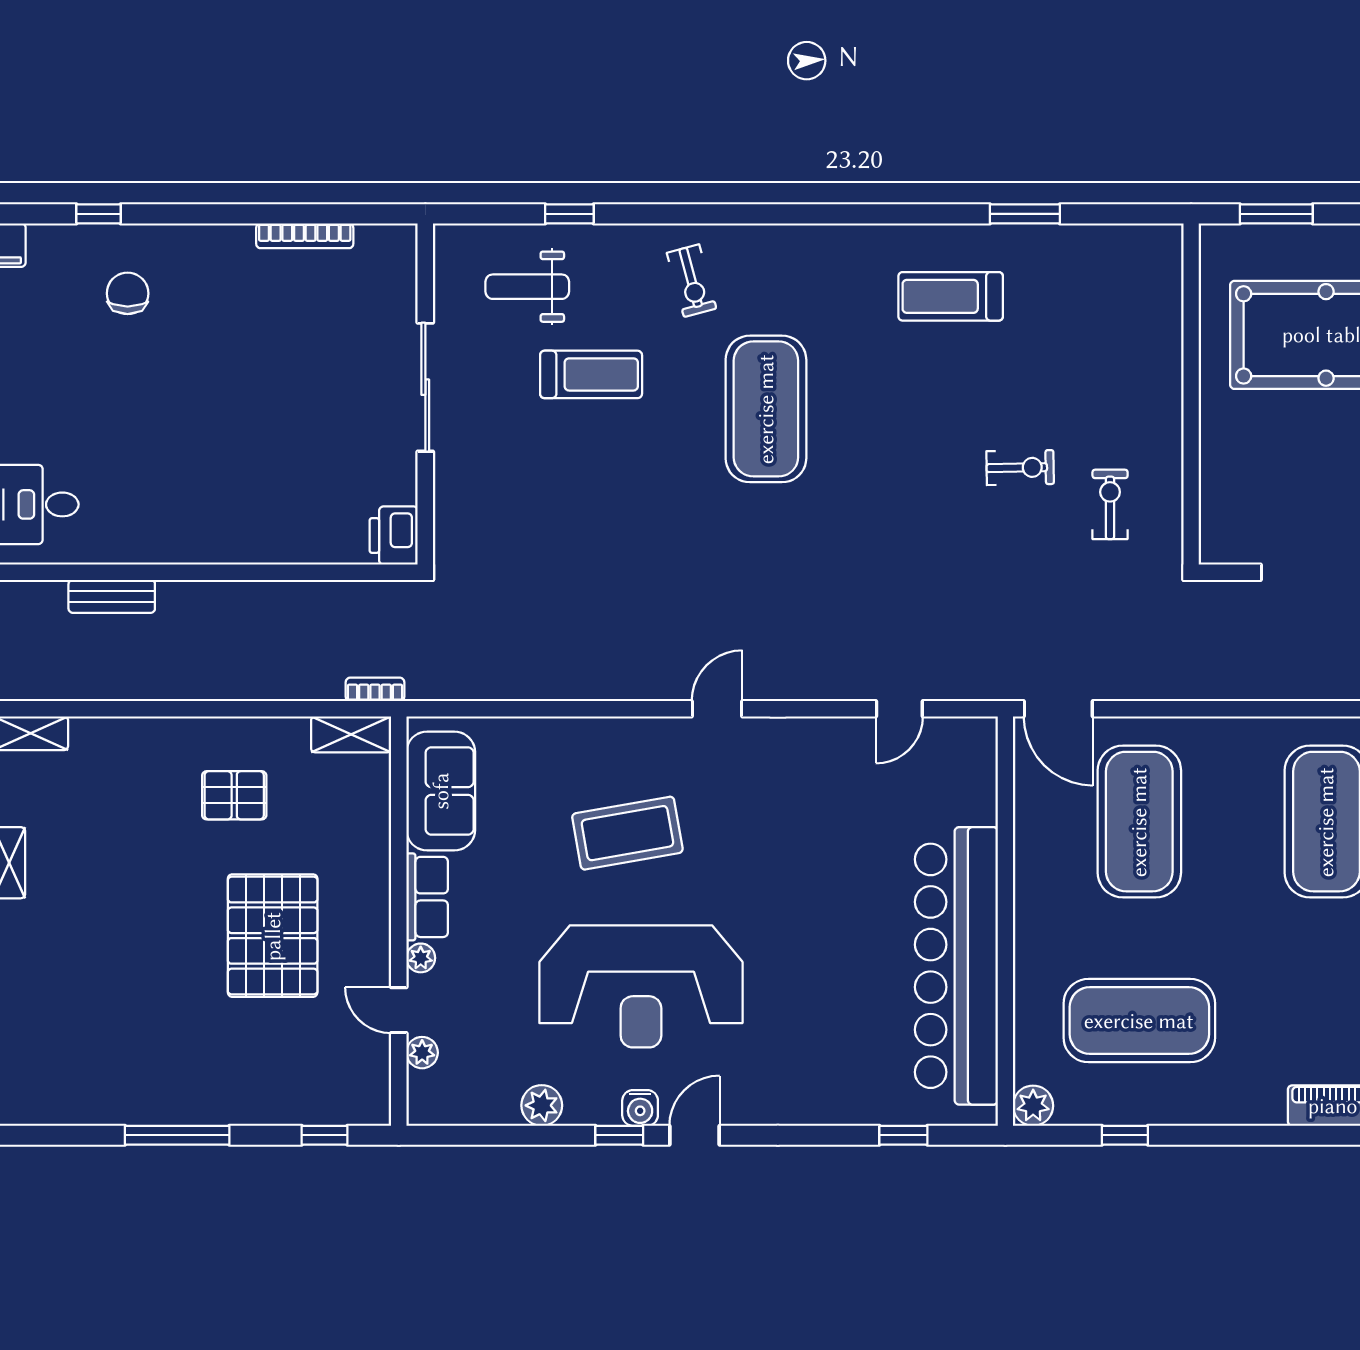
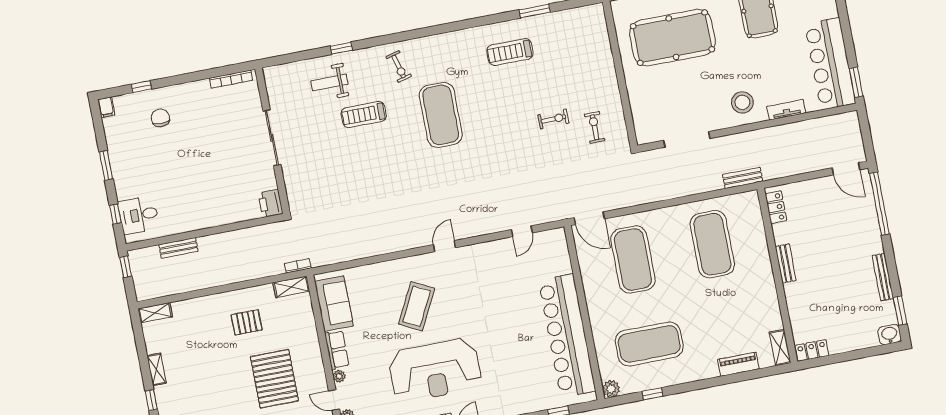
treadmill: (591, 374) -> (364, 115), turned 180
sliding door: (425, 387) -> (272, 138), moved
wall: (425, 394) -> (272, 141), moved
printer: (394, 536) -> (271, 203), moved
coffee table: (627, 833) -> (417, 306), turned -53

